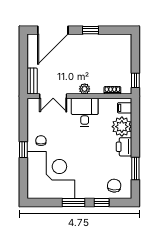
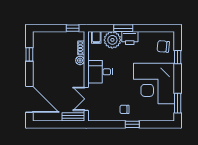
window: (91, 30) -> (29, 54), moved
plant: (85, 89) -> (80, 60), moved
double door: (53, 96) -> (86, 99), swing flipped
window: (135, 168) -> (123, 28), moved
corner desk: (51, 175) -> (154, 83), moved, turned -90
window: (74, 203) -> (178, 103), moved

